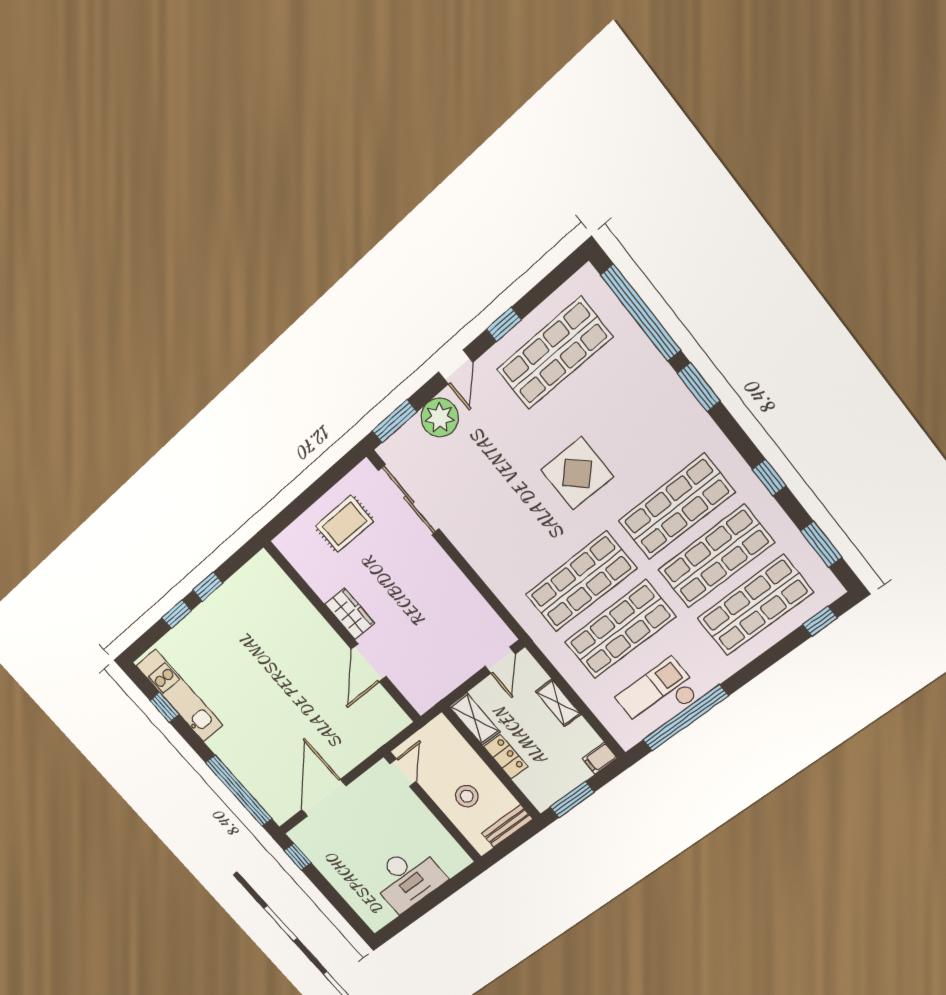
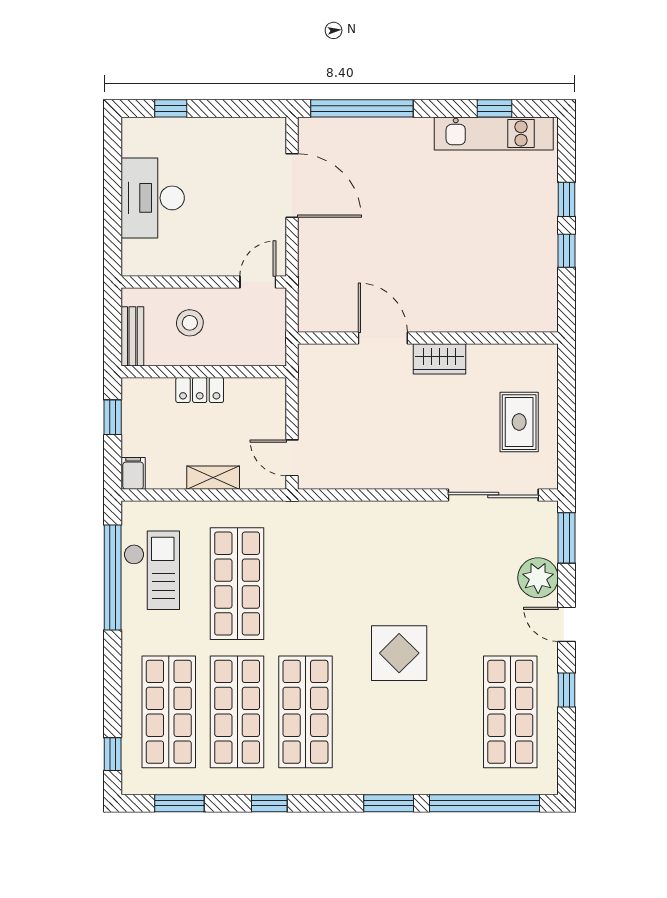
shop shelf: (581, 582) -> (305, 584), removed
shelving: (475, 719) -> (257, 391), removed
door: (403, 773) -> (258, 282), swing flipped
window: (572, 800) -> (113, 417), width x0.67
window: (298, 857) -> (171, 108), moved

